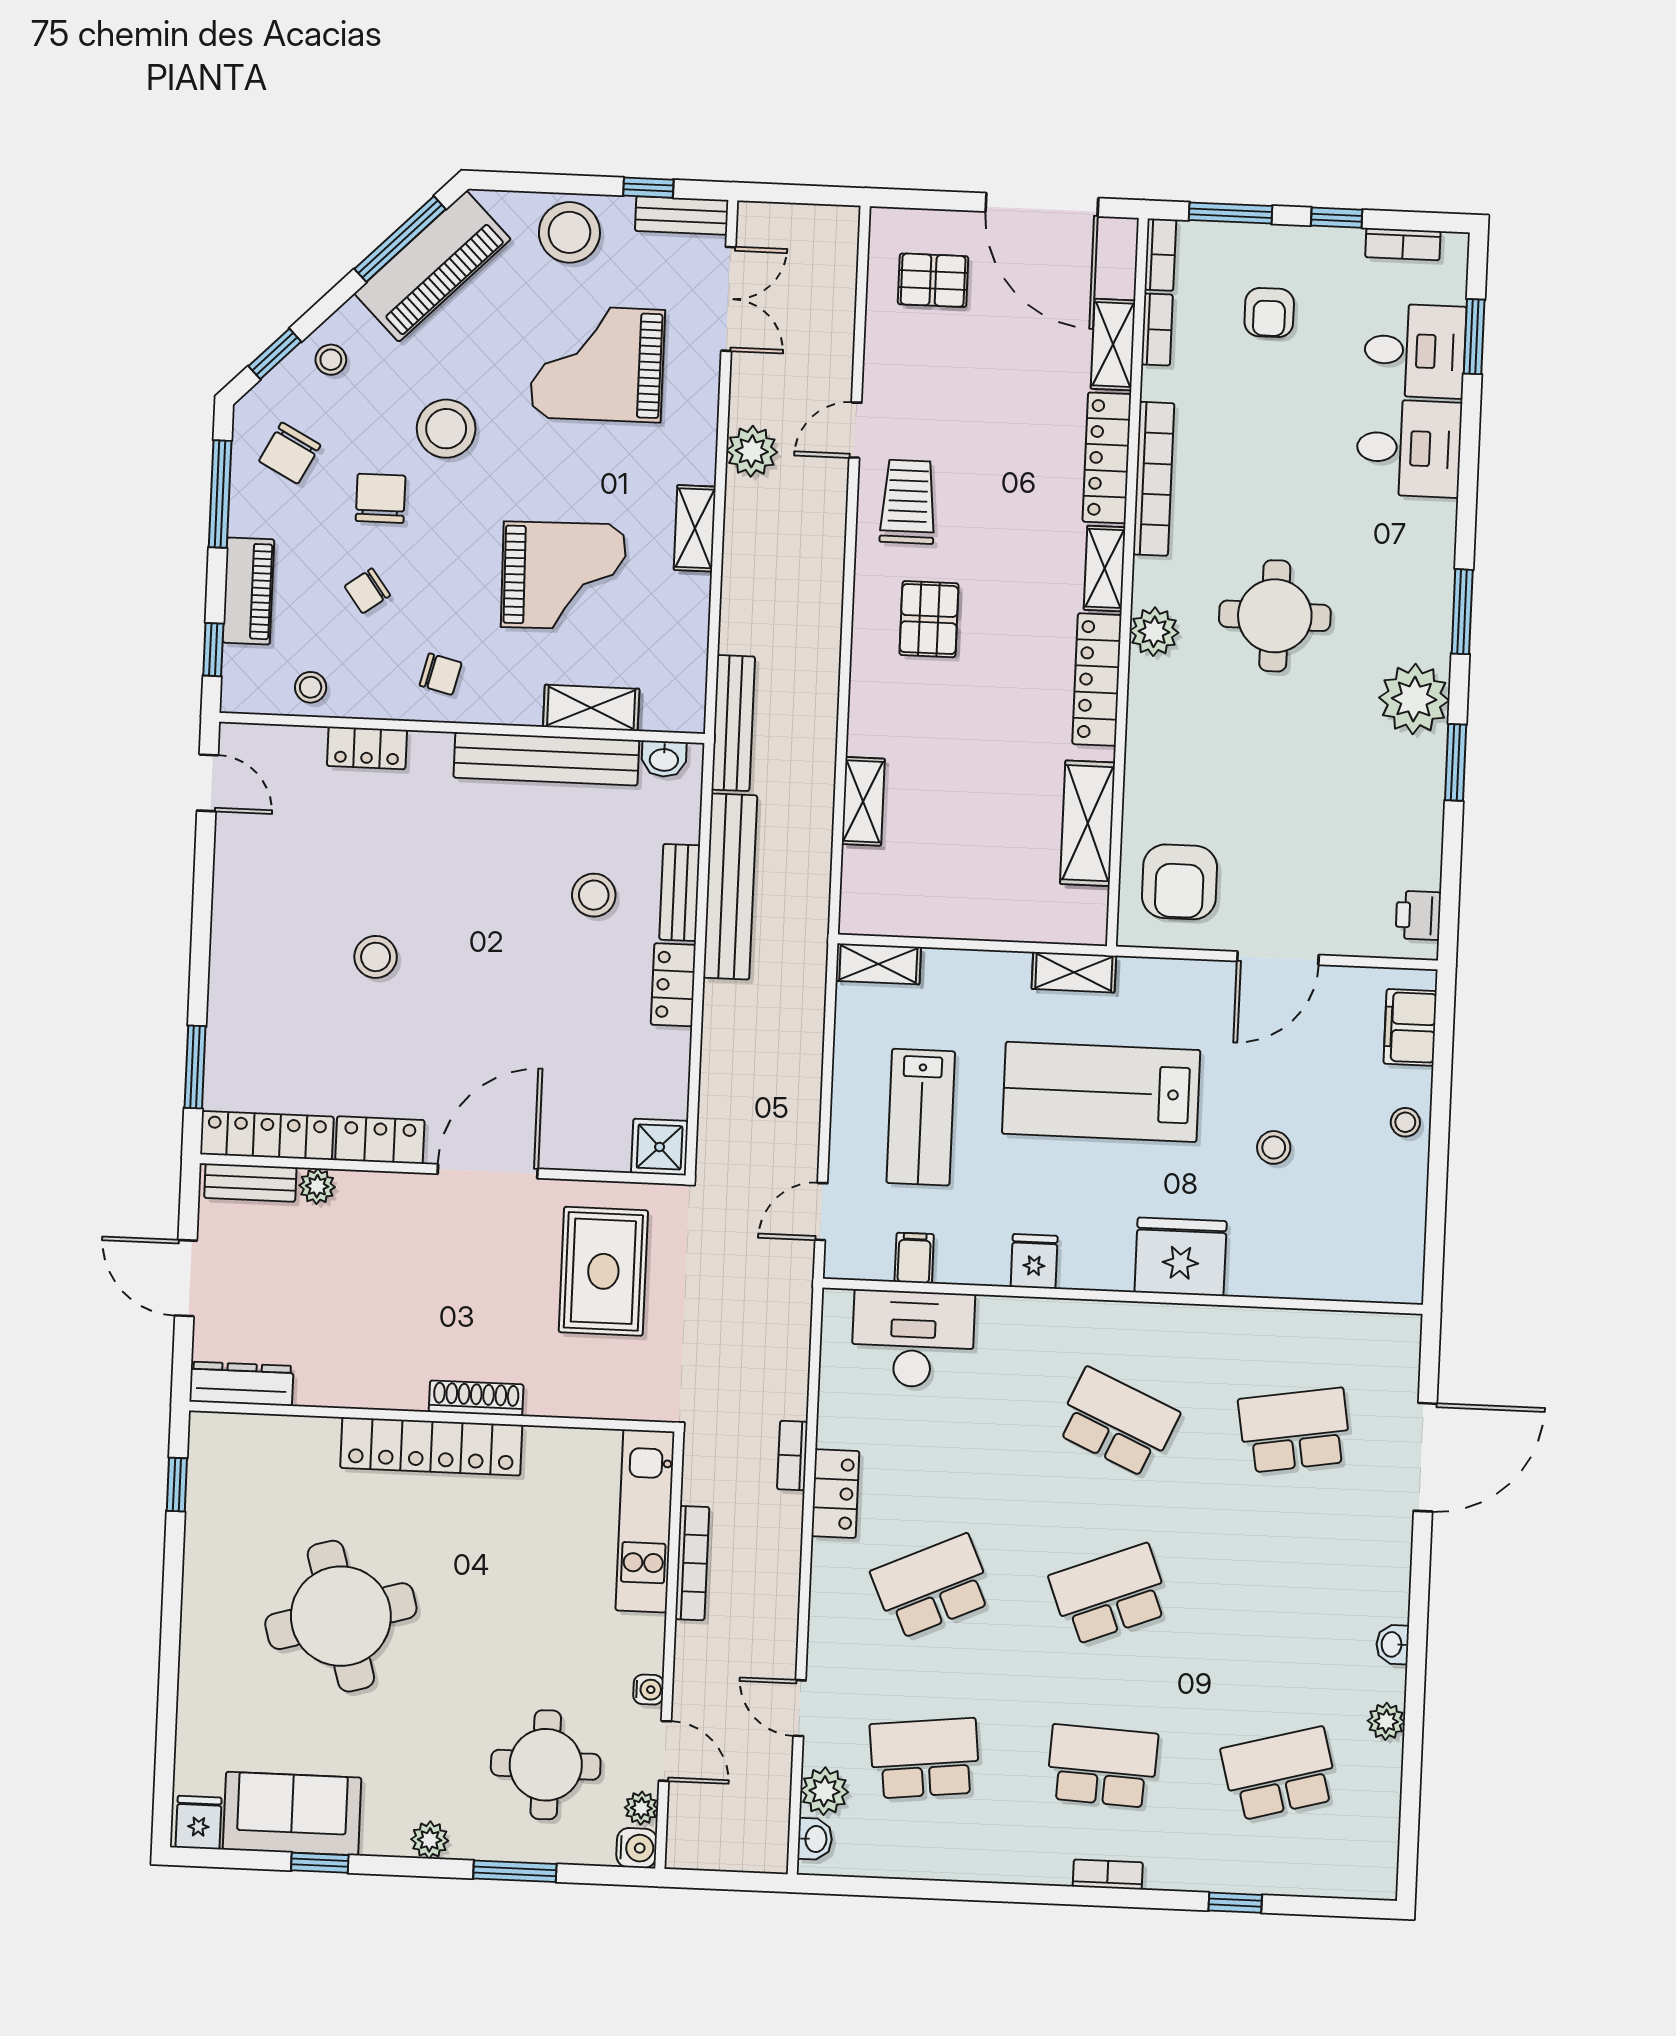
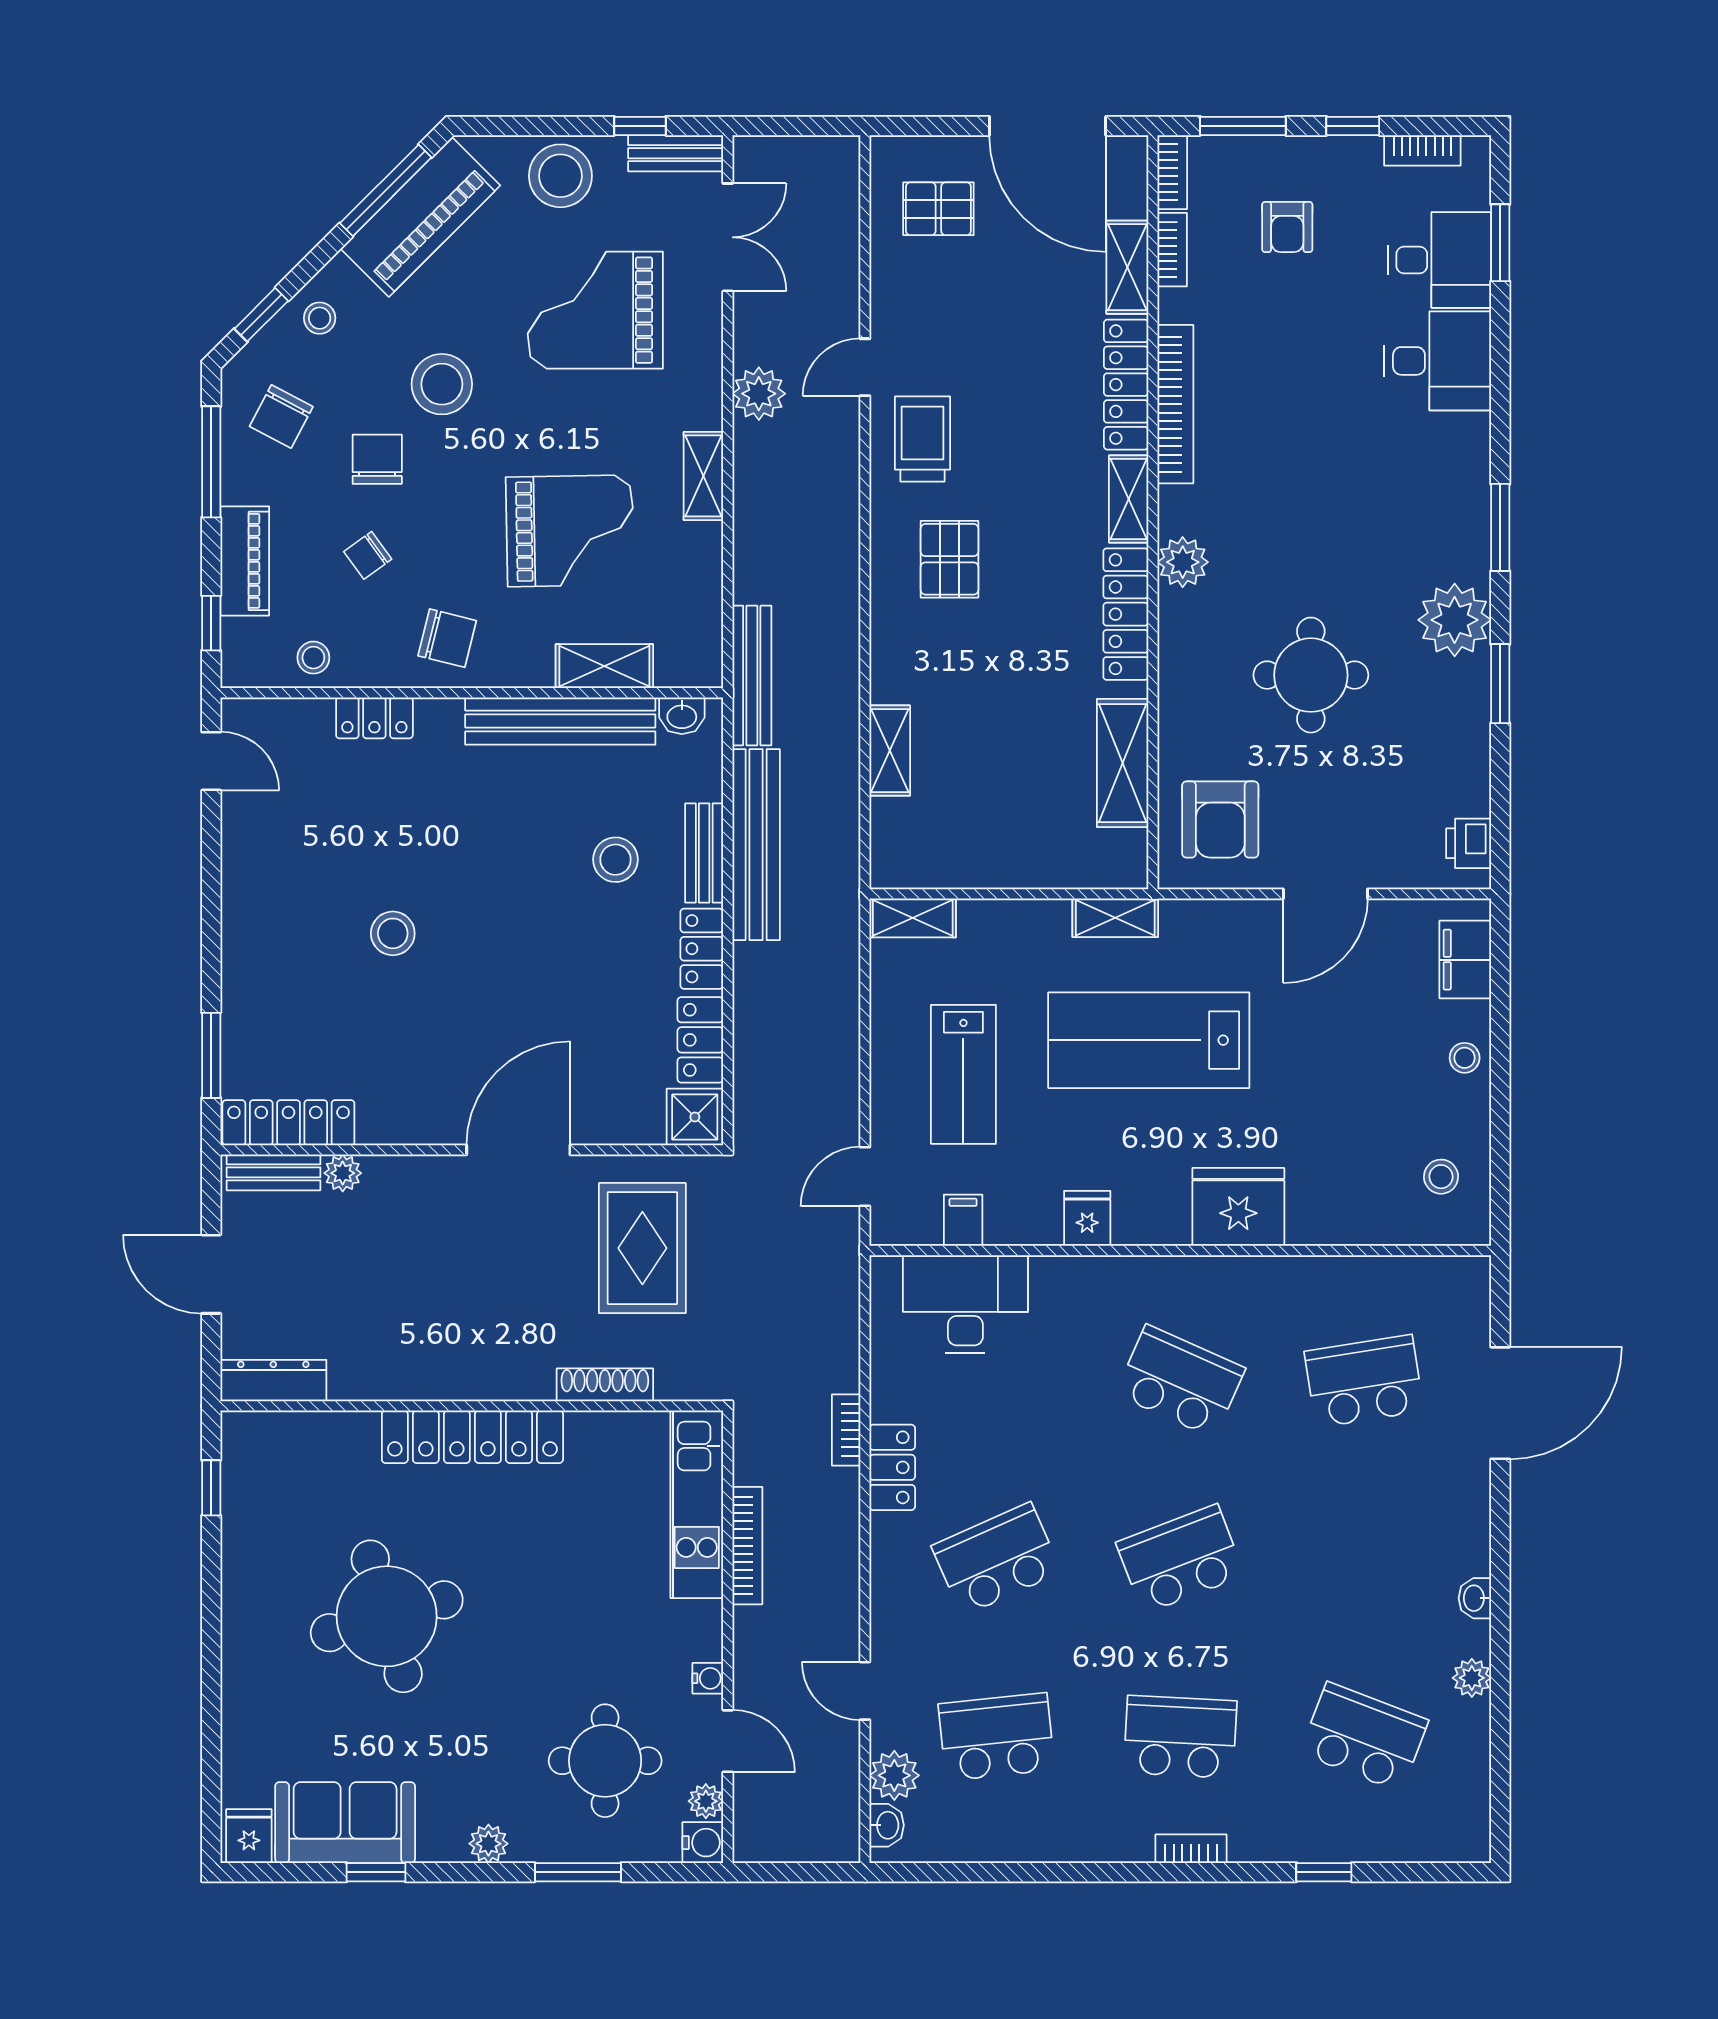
round table: (1275, 616) -> (1311, 675), moved
chair: (441, 674) -> (447, 638), width x1.37, depth x1.37
locker: (380, 1140) -> (700, 1040), moved, turned -90
stool: (1274, 1147) -> (1441, 1177), moved
shoe rack: (476, 1398) -> (605, 1385), moved
school desk: (1280, 1774) -> (1364, 1737), turned 36

